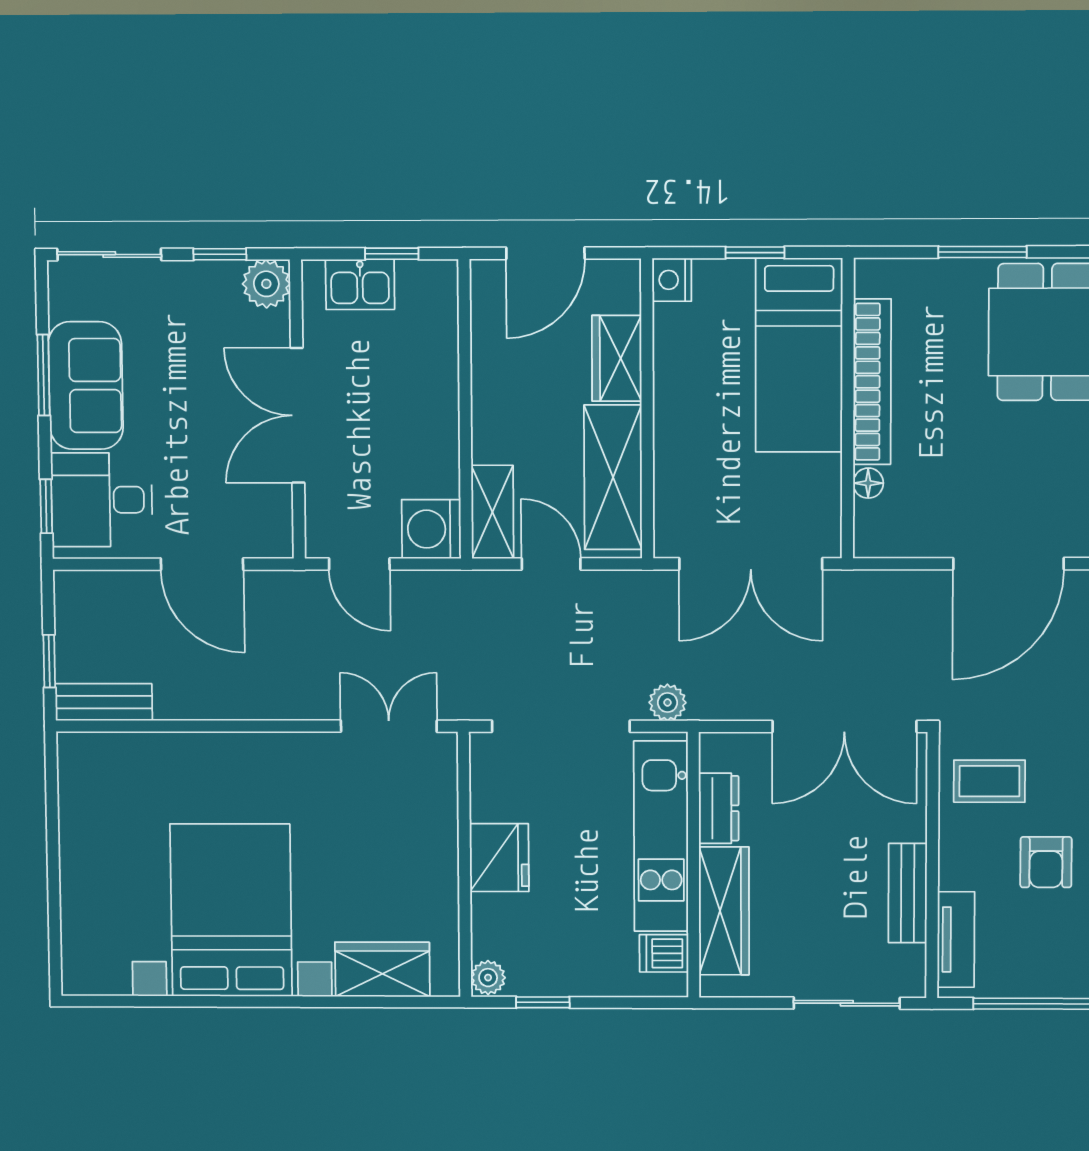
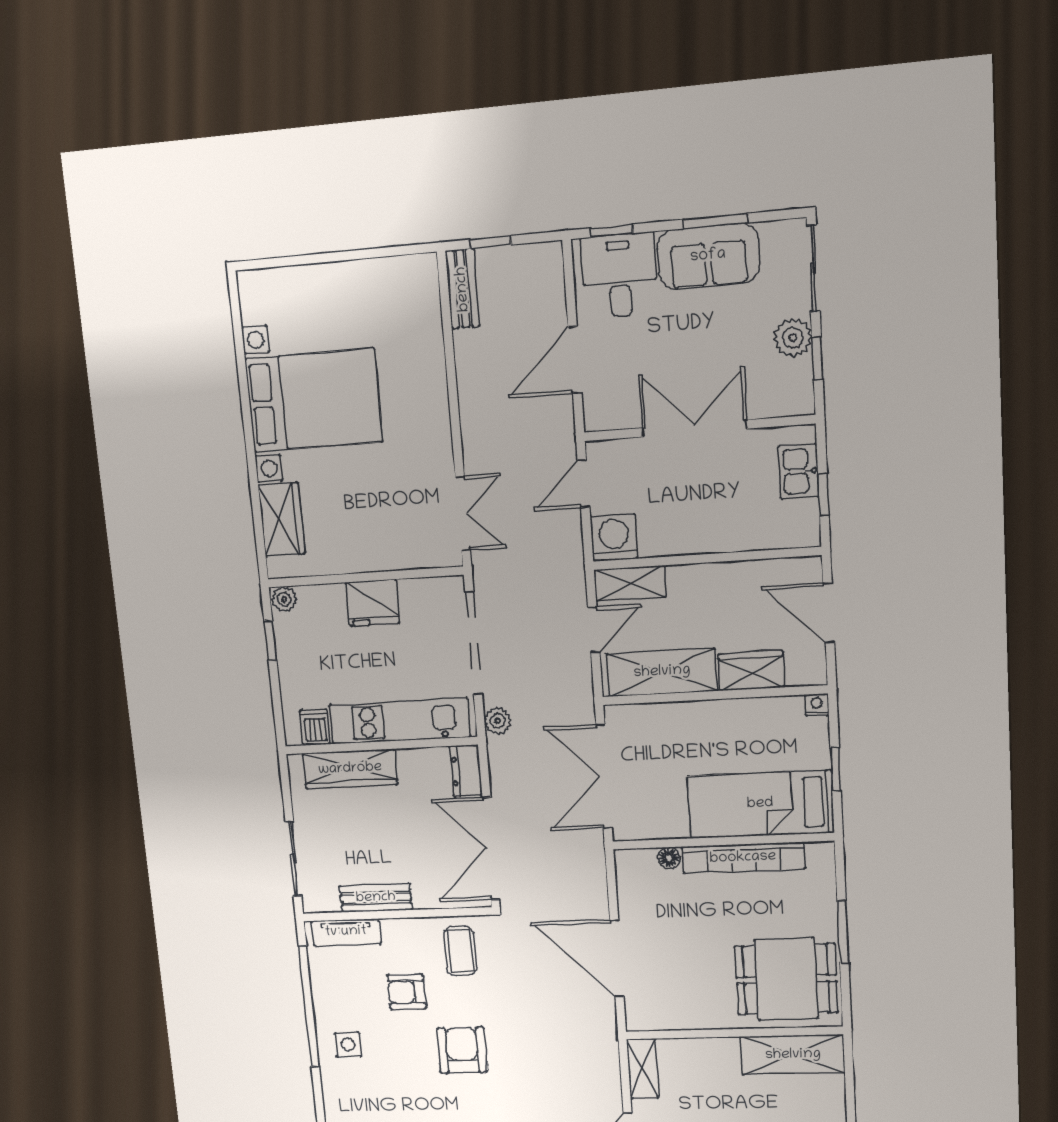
nightstand: (672, 280) -> (817, 705), width x0.72, depth x0.74
plant: (266, 284) -> (793, 338), moved
dresser: (719, 808) -> (466, 771), moved, turned 90

